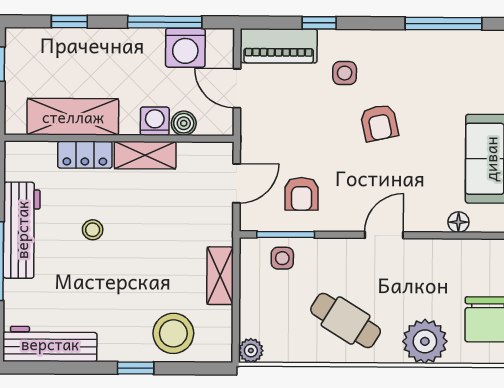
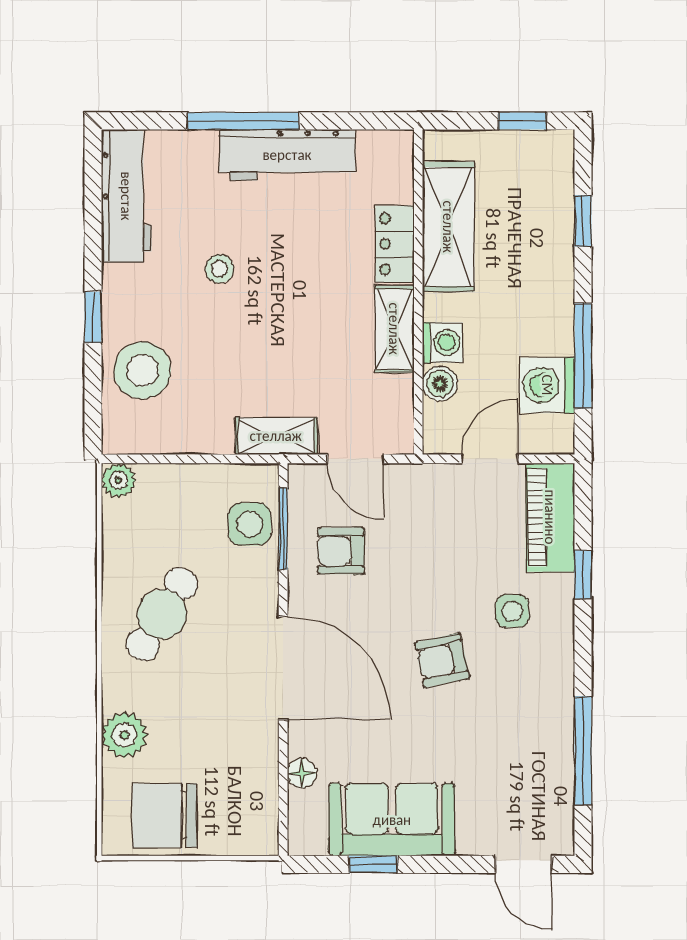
stool: (93, 230) -> (220, 269), moved
door: (384, 235) -> (283, 668), width x1.87
side table: (282, 258) -> (250, 524), width x1.37, depth x1.37
shelving: (220, 276) -> (276, 436), moved
plant: (425, 341) -> (124, 735), width x0.73, depth x0.73

